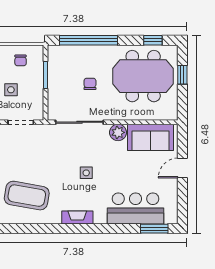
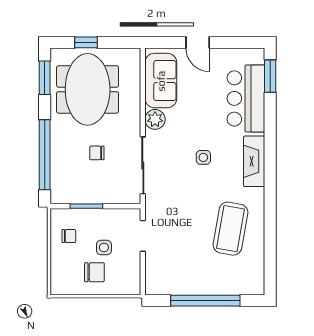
window: (153, 40) -> (45, 78), width x1.50
fireplace: (77, 217) -> (254, 161), width x1.37, depth x1.32

